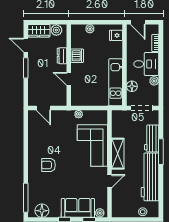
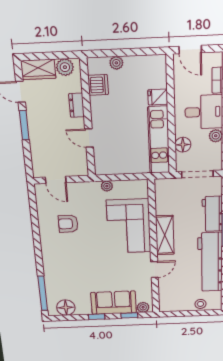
fridge: (116, 35) -> (158, 97), moved
dishwasher: (77, 56) -> (98, 85), moved
armchair: (48, 165) -> (68, 224), moved

